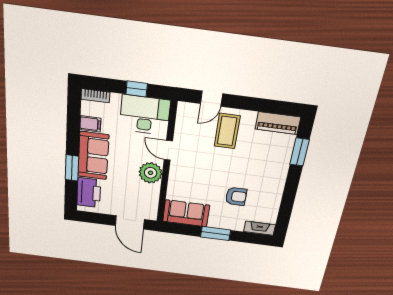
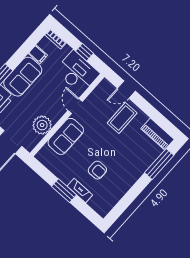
window: (300, 152) -> (159, 164), width x1.44
plant: (151, 173) -> (42, 125), moved
sofa: (186, 213) -> (66, 136), moved, turned 90
fireplace: (259, 228) -> (80, 191), moved

